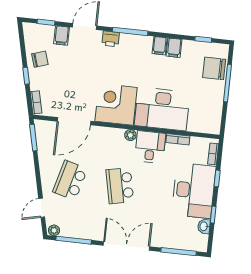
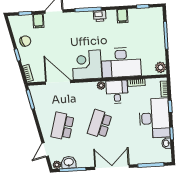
printer: (111, 39) -> (100, 16), moved
filing cabinet: (160, 46) -> (111, 16), removed
chair: (214, 68) -> (154, 26), removed
door: (74, 121) -> (58, 82), swing flipped
plant: (213, 124) -> (161, 67), added
school desk: (120, 186) -> (100, 124), turned 33
washbasin: (70, 230) -> (69, 162), added

